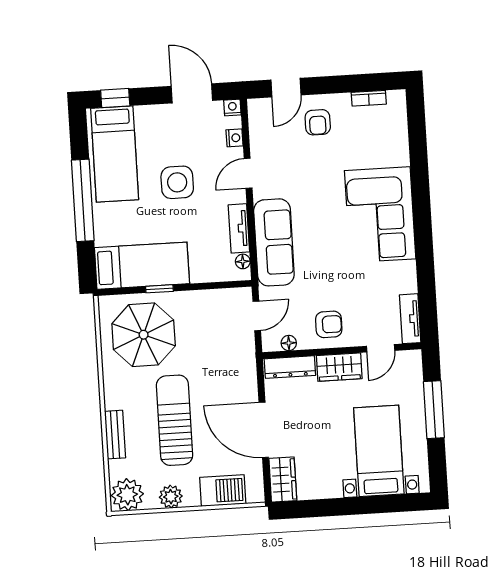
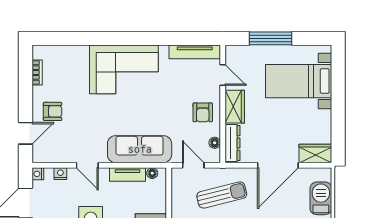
door: (286, 88) -> (25, 133), hinge flipped
tv unit: (410, 319) -> (195, 52), width x1.41
armchair: (329, 324) -> (203, 112), turned 180
sun lounger: (219, 357) -> (222, 195), added

